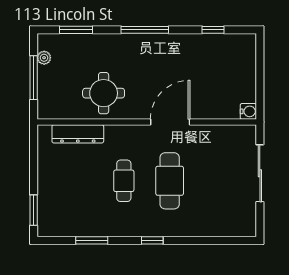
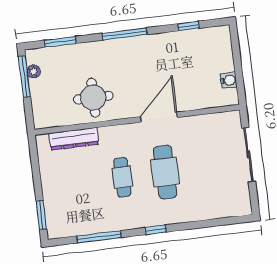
window: (34, 78) -> (24, 77), moved
water cooler: (248, 111) -> (229, 80), moved
window: (92, 240) -> (99, 237), width x1.44

